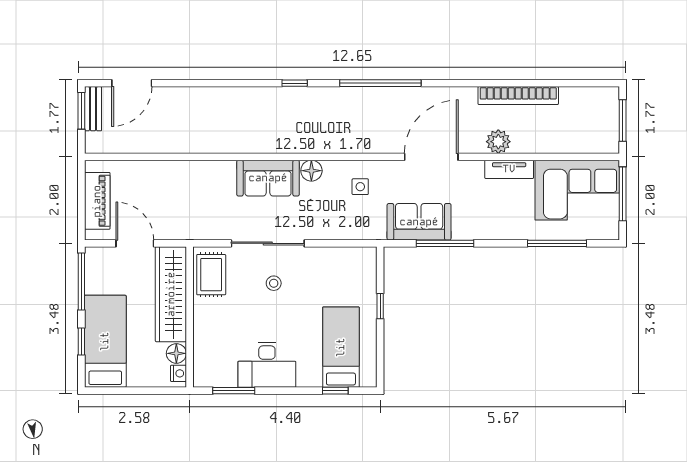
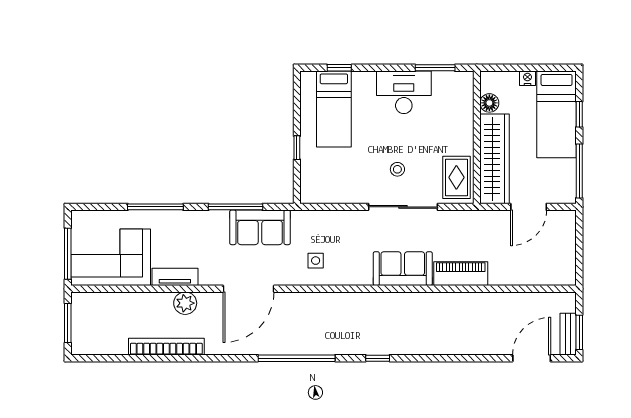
floor lamp: (311, 171) -> (362, 276), removed
piano: (97, 201) -> (461, 274), moved, turned 90
door: (135, 243) -> (529, 207), hinge flipped
window: (557, 243) -> (155, 207), moved
nightstand: (178, 373) -> (527, 78), moved, turned 90

